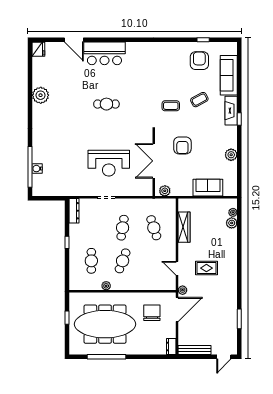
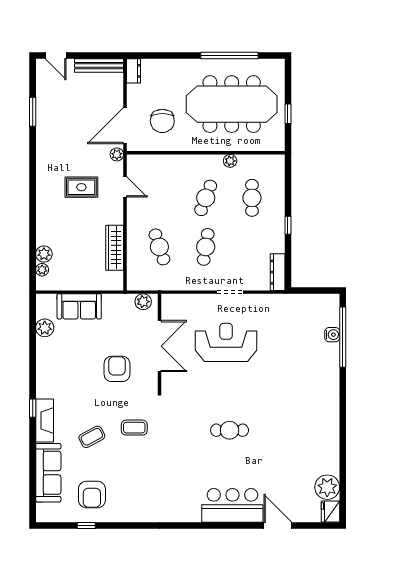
plant: (41, 95) -> (327, 487), moved
plant: (231, 155) -> (45, 328), moved
door: (224, 357) -> (56, 56), swing flipped

